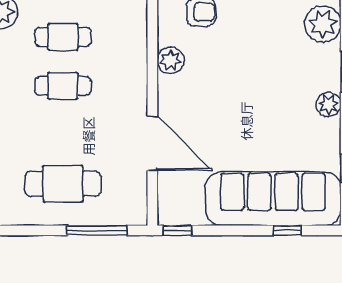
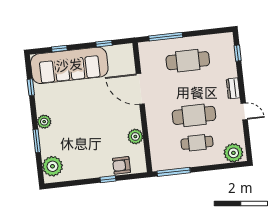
cafe table: (63, 86) -> (194, 115), width x1.37, depth x1.35
window: (177, 230) -> (104, 44), moved

